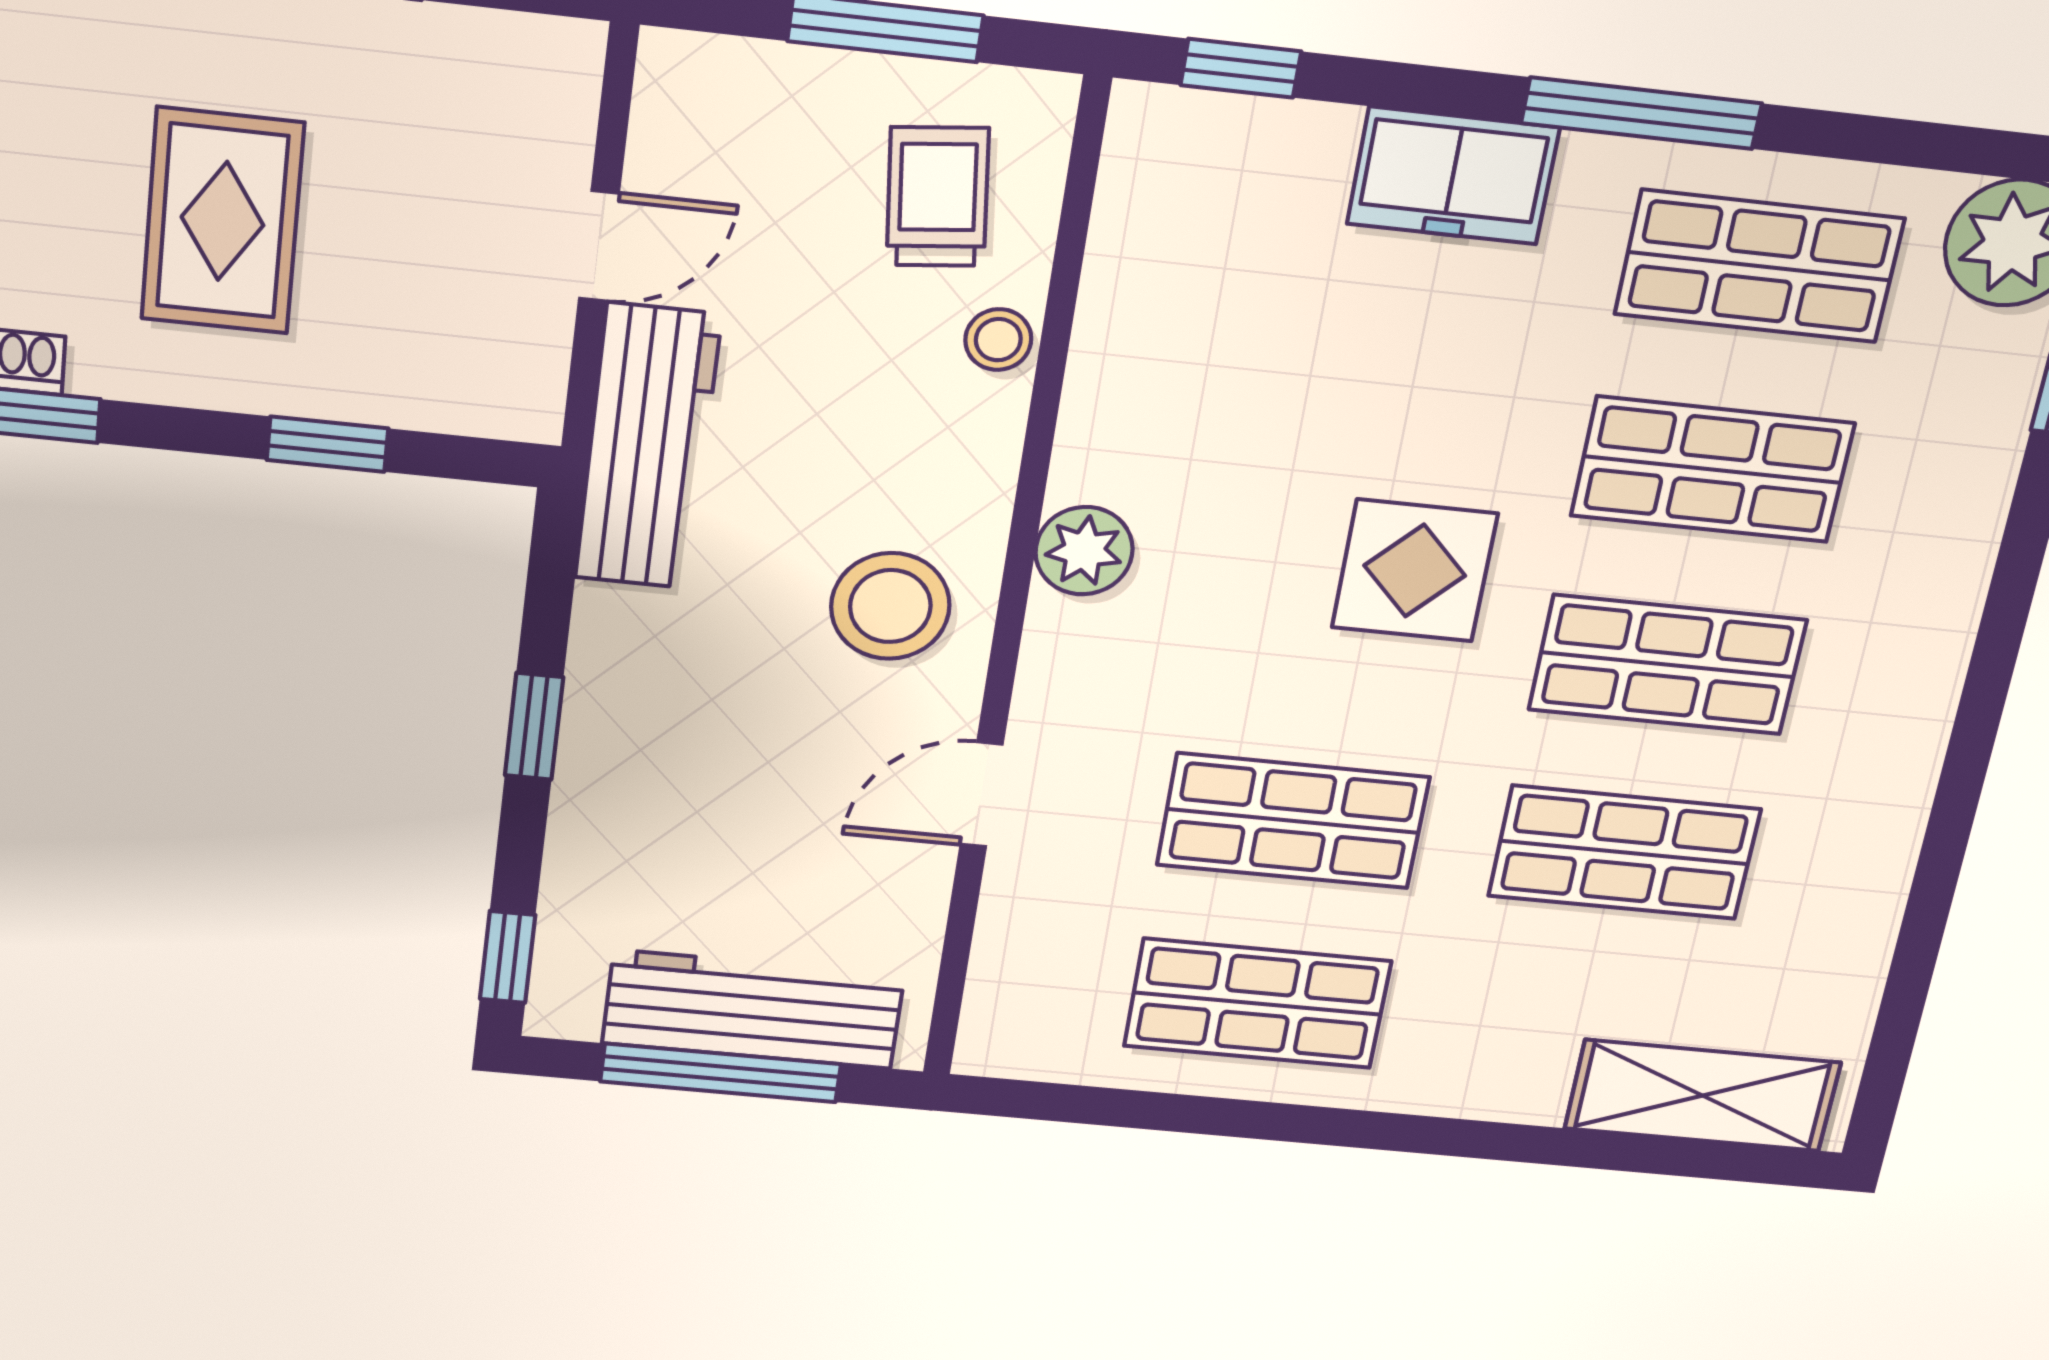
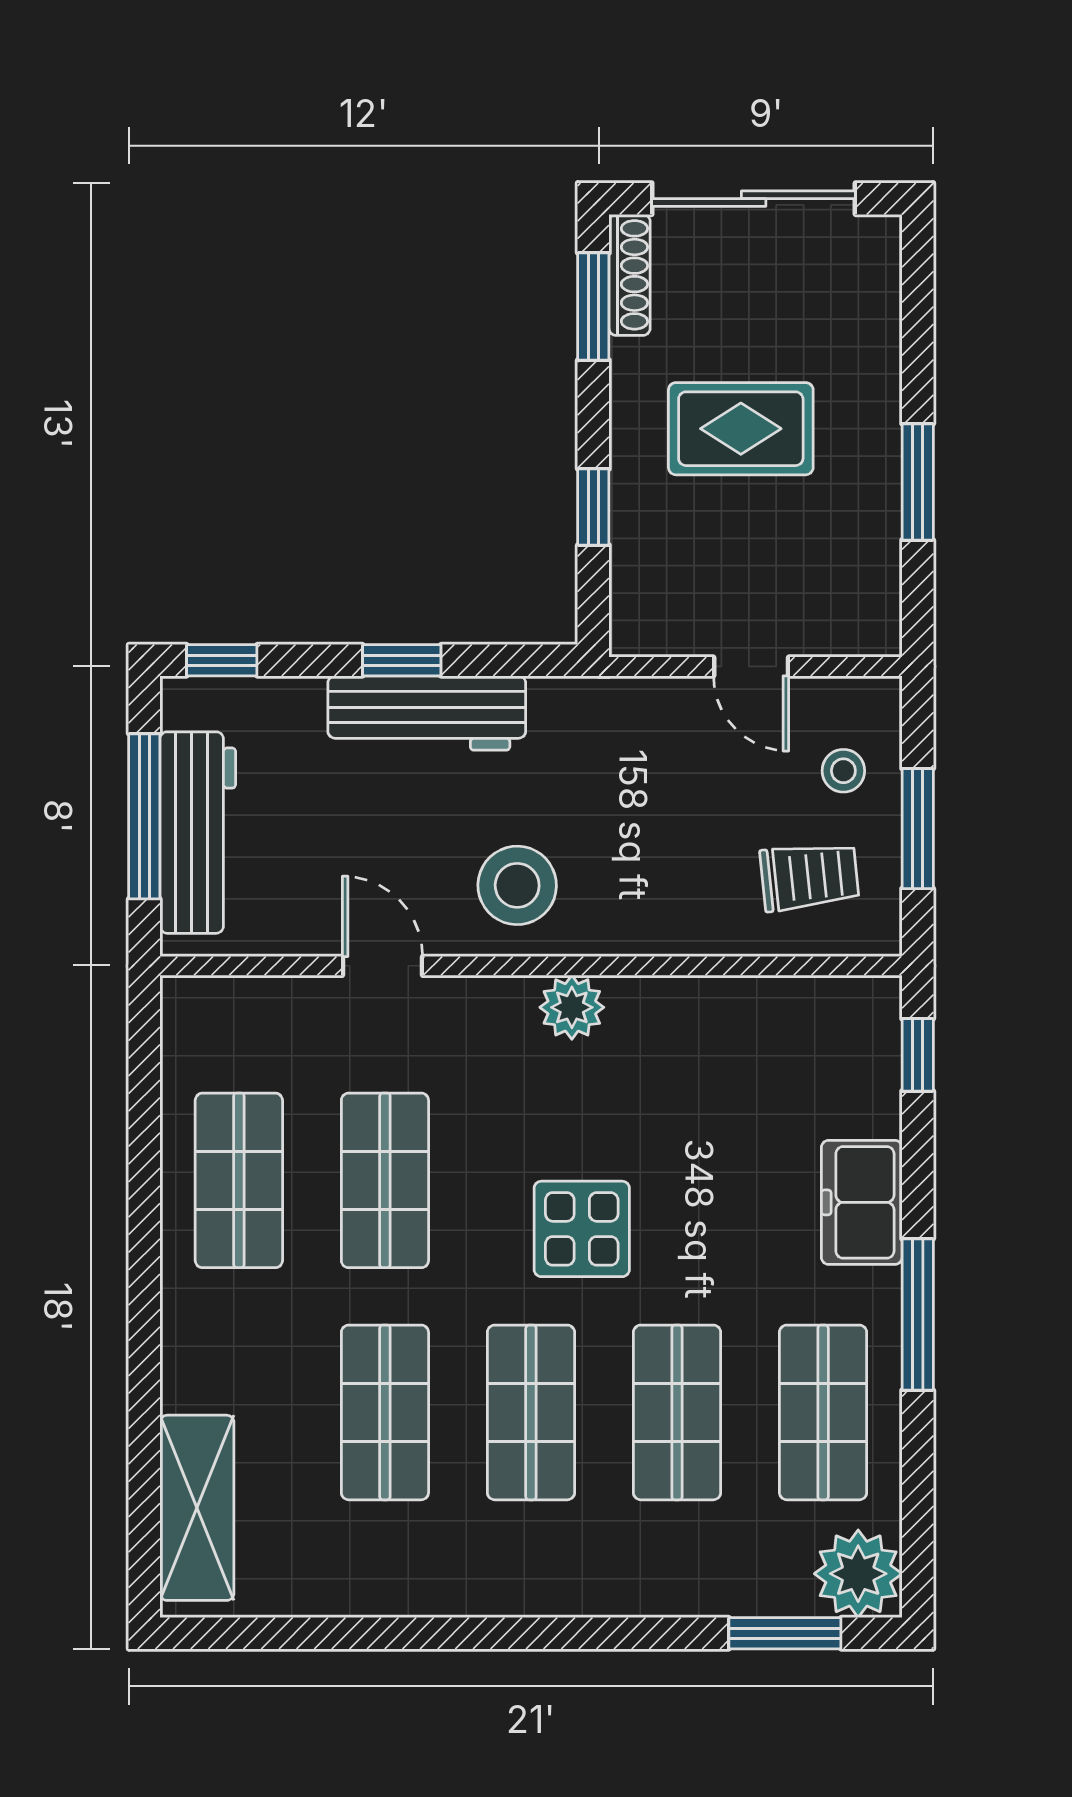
stool: (998, 340) -> (843, 771), moved
workbench: (648, 447) -> (427, 713), moved

